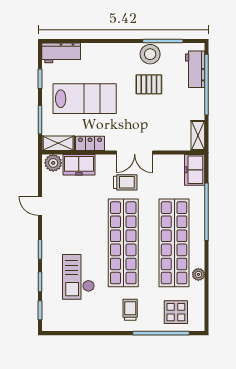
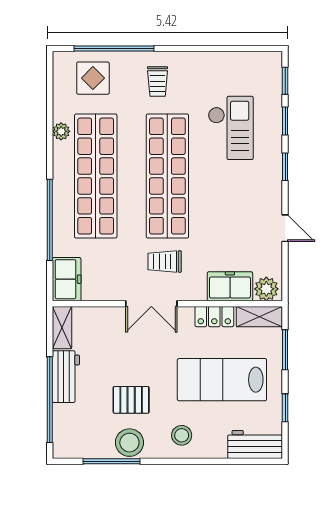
stool: (113, 59) -> (182, 435), added
workbench: (195, 69) -> (66, 377), moved
double door: (135, 153) -> (151, 304), swing flipped

